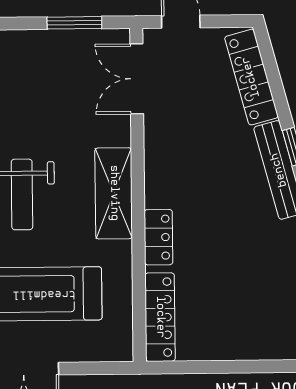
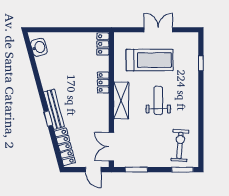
double door: (137, 79) -> (111, 147), swing flipped
locker: (160, 317) -> (103, 44), width x0.66

